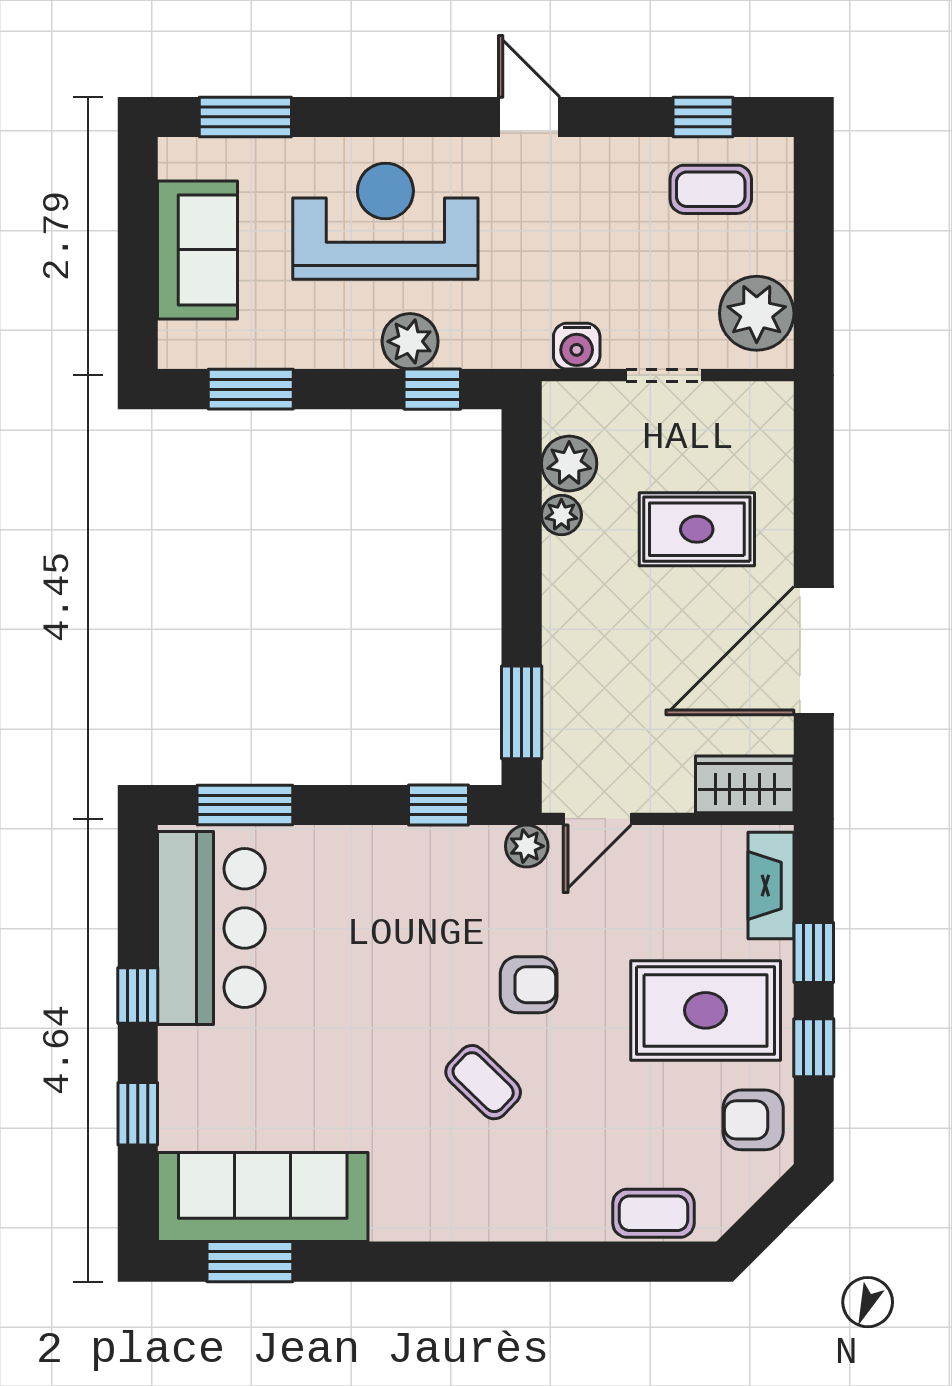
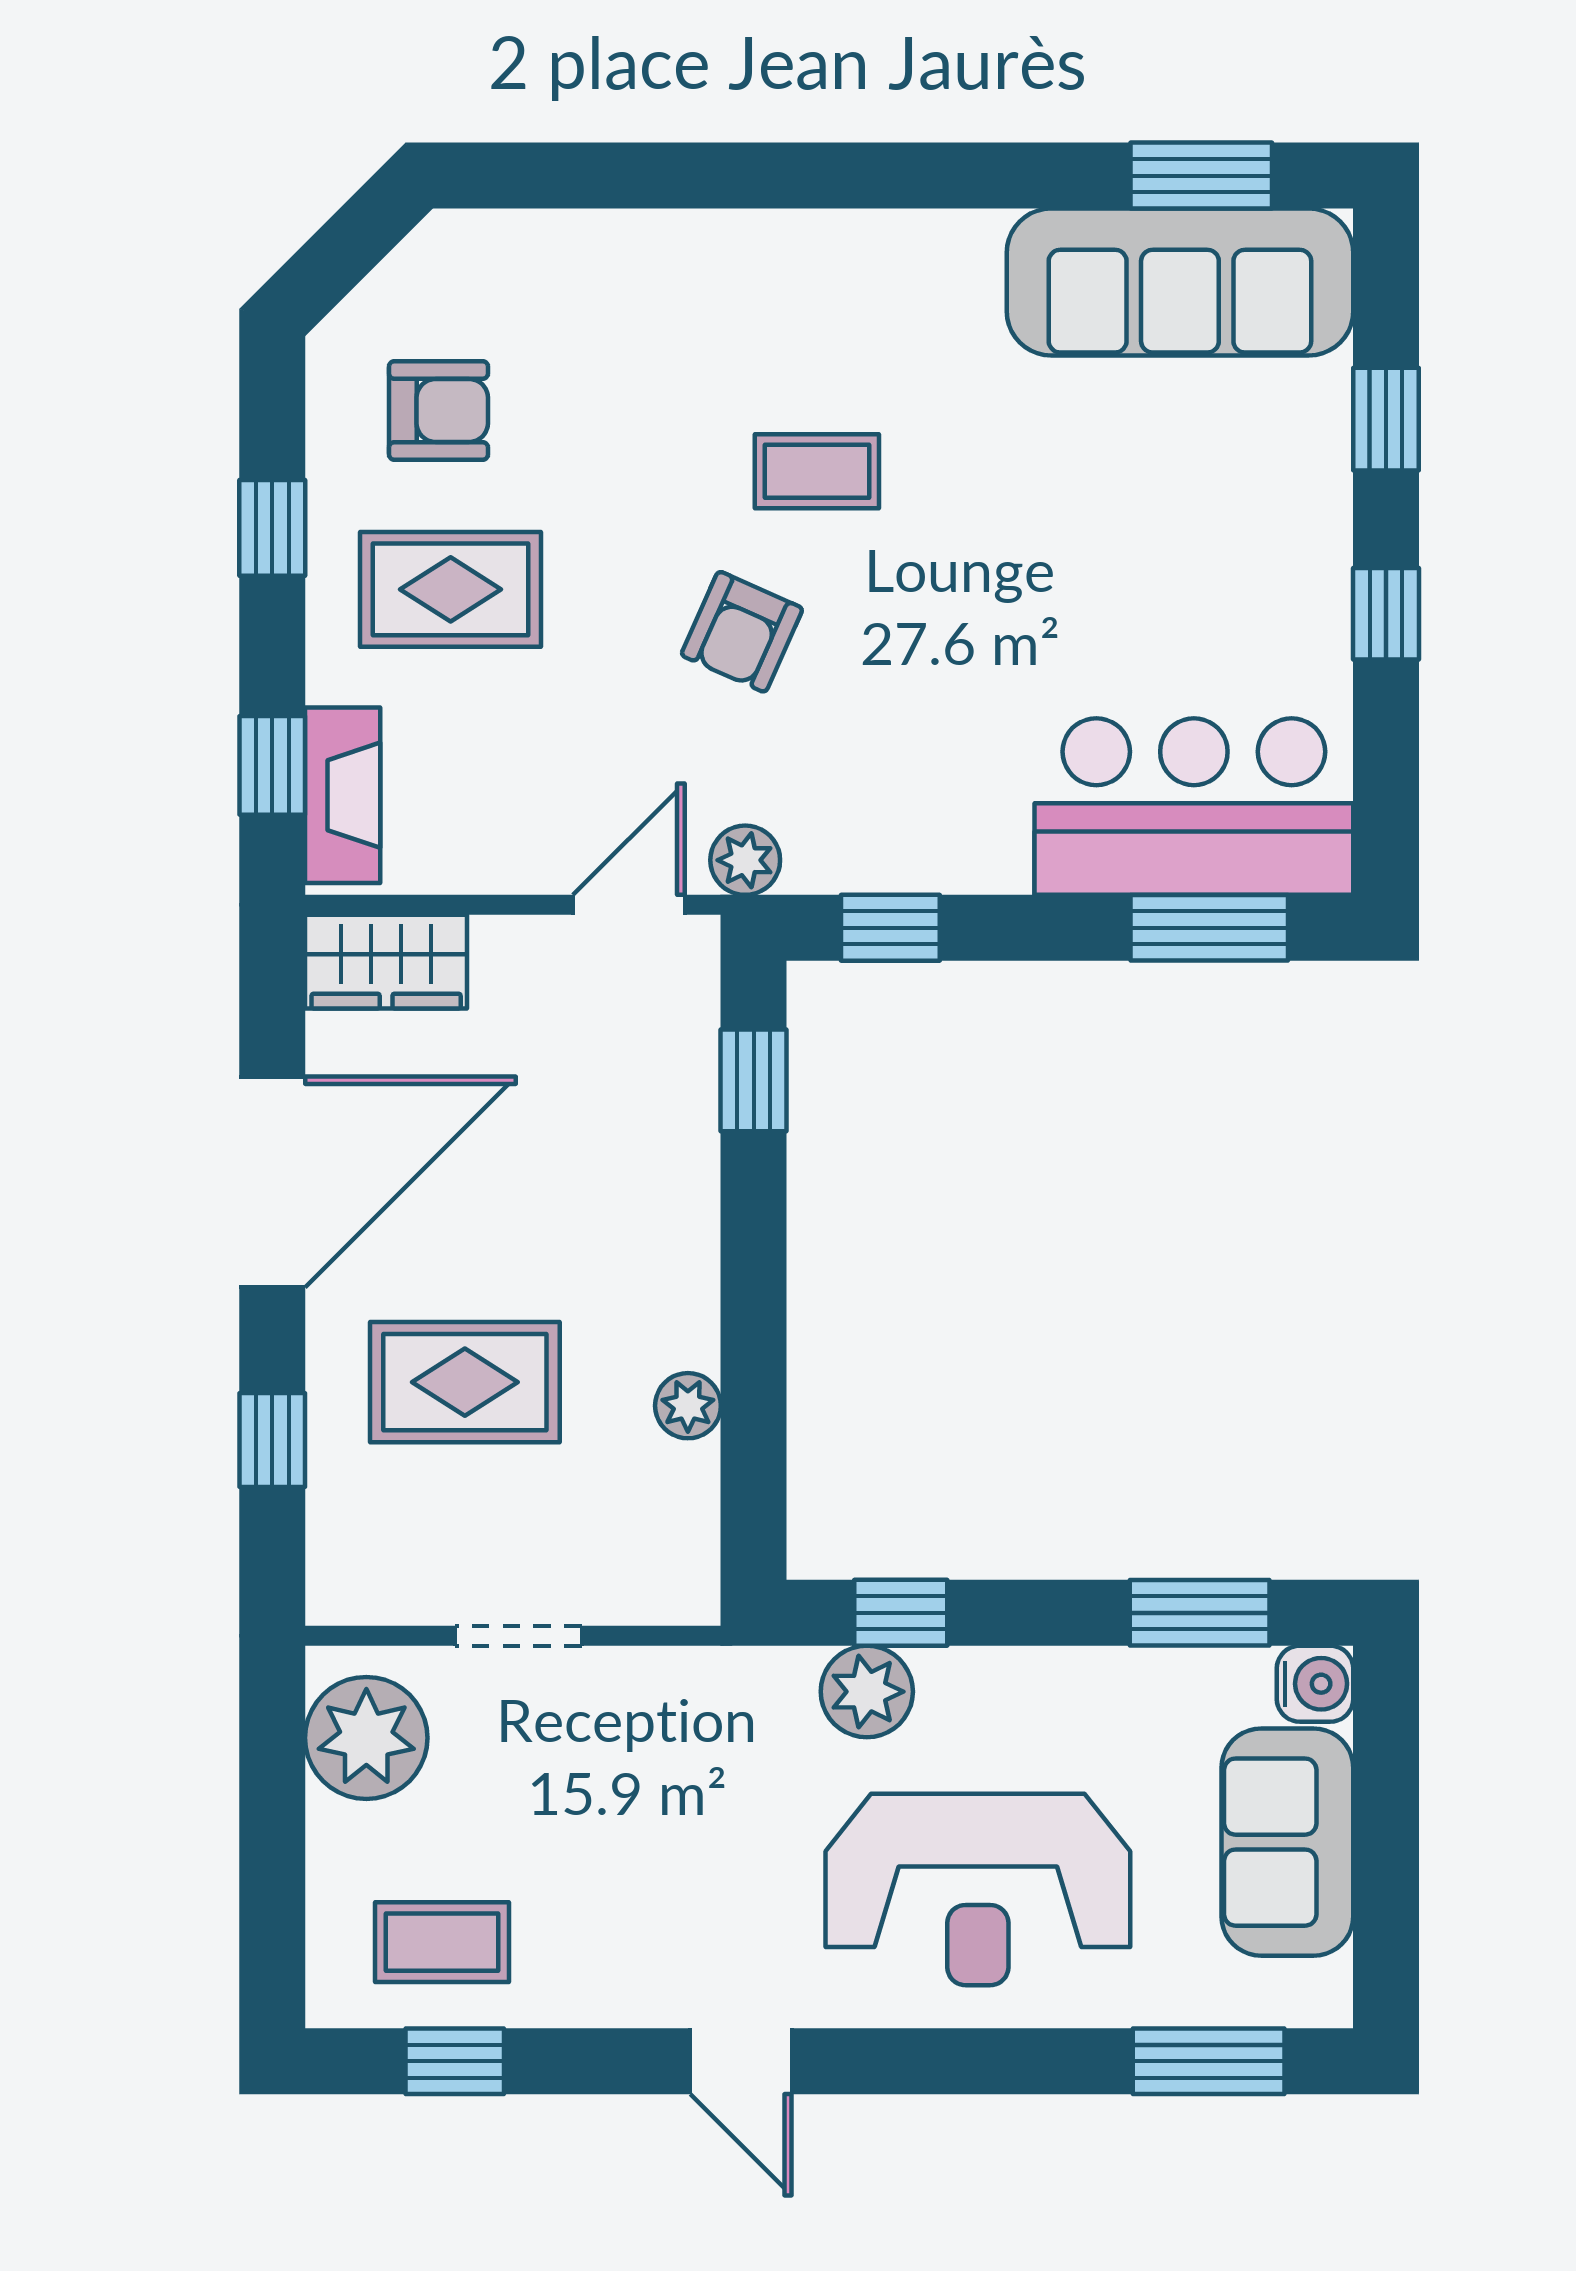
plant: (410, 341) -> (867, 1692), moved
water cooler: (577, 346) -> (1315, 1684), moved, turned 90
plant: (569, 464) -> (675, 1490), removed
window: (814, 494) -> (272, 1440), added
window: (522, 712) -> (754, 1080), width x0.67
bar counter: (211, 928) -> (1194, 807), moved, turned 90
window: (814, 953) -> (272, 765), moved
armchair: (529, 985) -> (742, 632), turned -66
rug: (706, 1010) -> (451, 589), width x0.73, depth x0.70
coffee table: (483, 1082) -> (817, 471), turned -44
armchair: (753, 1120) -> (438, 410), moved
coffee table: (653, 1213) -> (536, 255), removed

